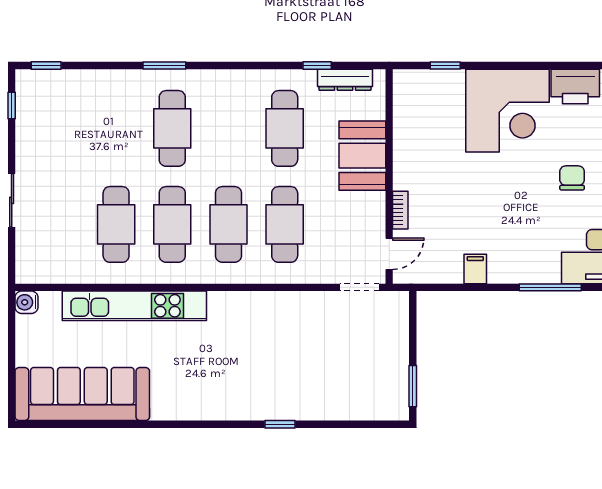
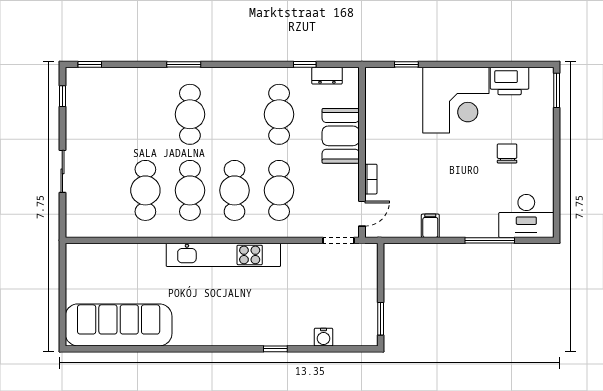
dresser: (345, 80) -> (327, 76), width x0.70
water cooler: (27, 302) -> (324, 337), moved, turned -90
kitchen unit: (134, 306) -> (223, 255), moved

